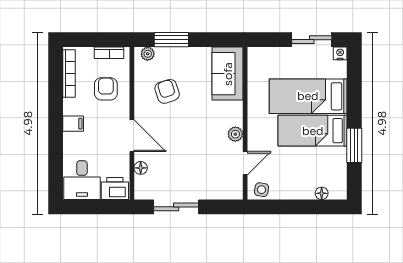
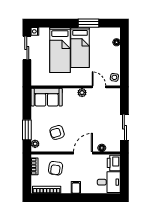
armchair: (106, 89) -> (56, 168), turned -82

